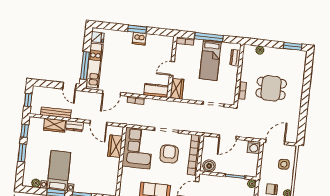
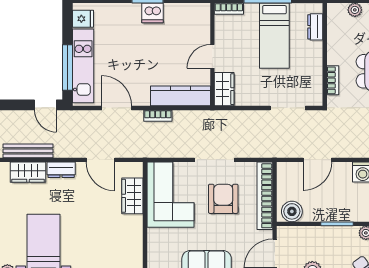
kitchen counter: (156, 91) -> (180, 96), width x1.50
door: (112, 93) -> (117, 108), swing flipped

